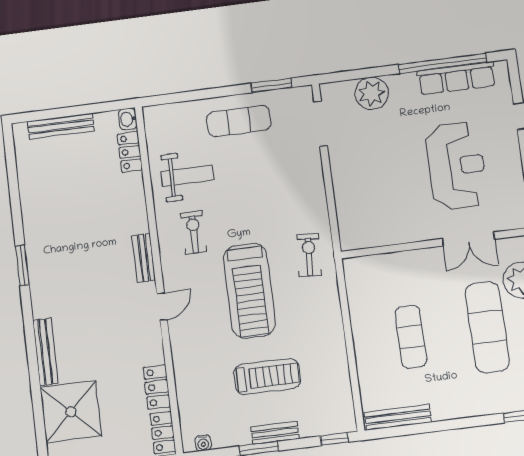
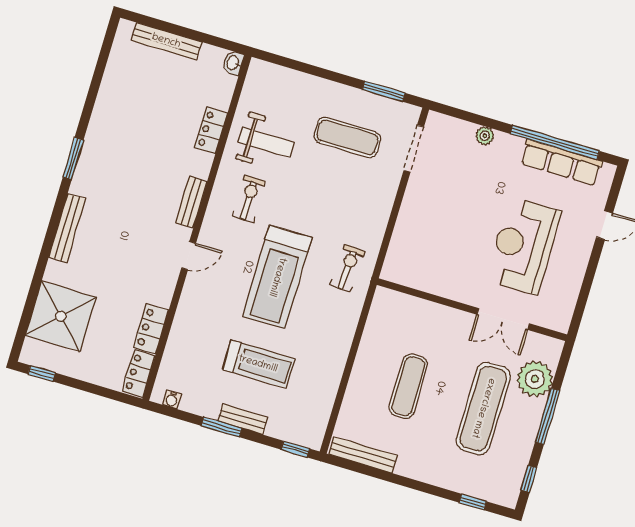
plant: (372, 93) -> (485, 136), width x0.53, depth x0.53
exercise mat: (239, 121) -> (347, 137), moved
locker: (130, 152) -> (211, 130), moved
reception desk: (456, 166) -> (523, 245), turned 180
bench: (45, 352) -> (67, 228), moved

